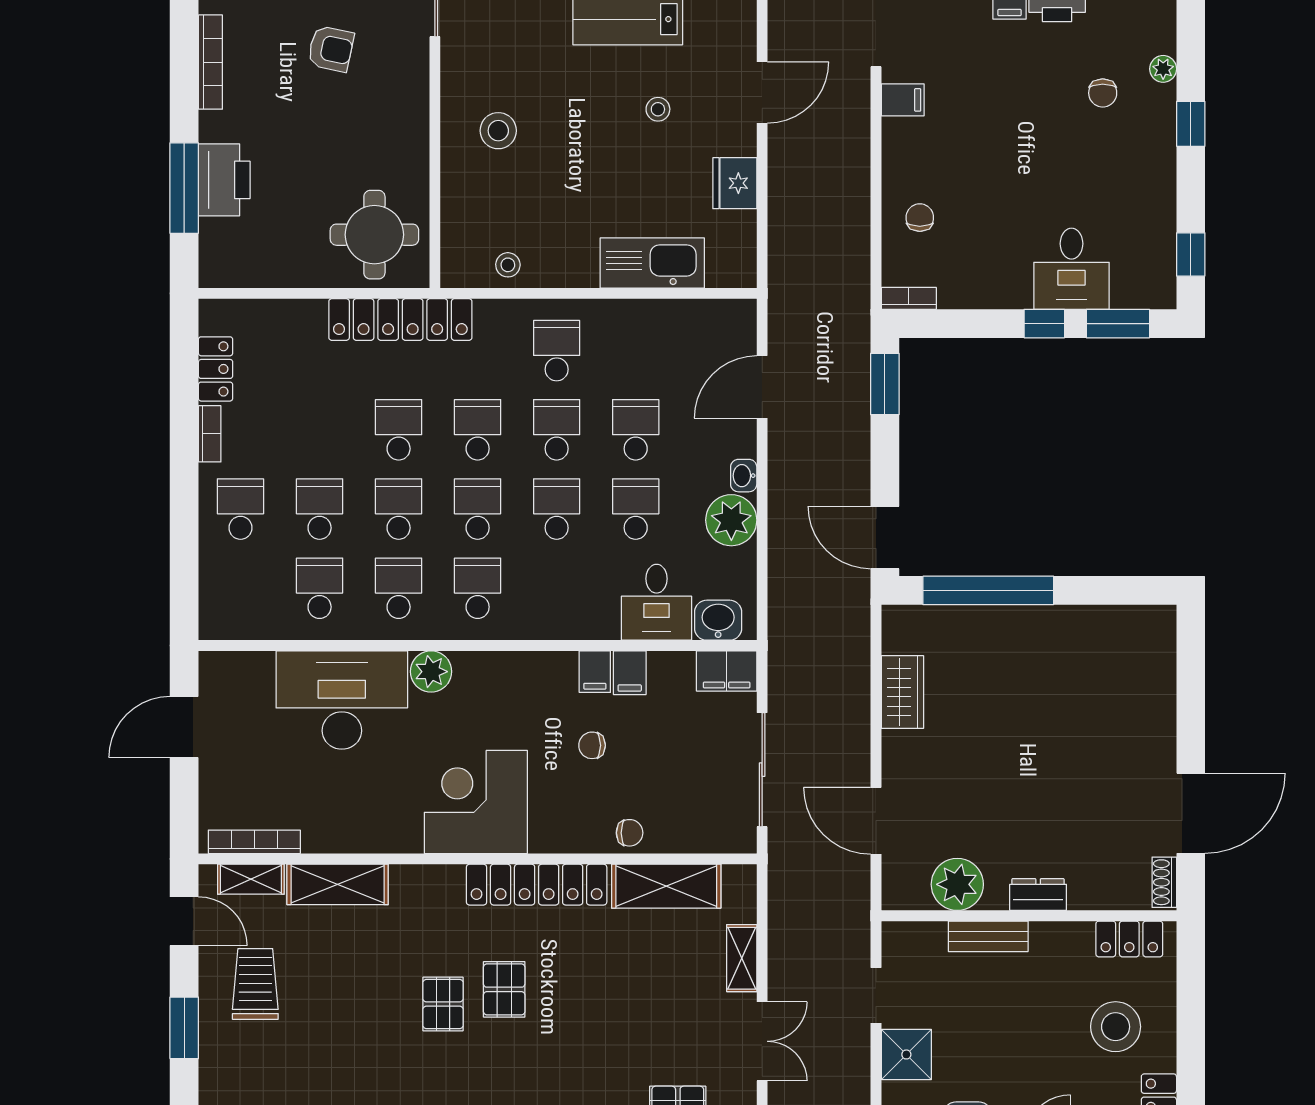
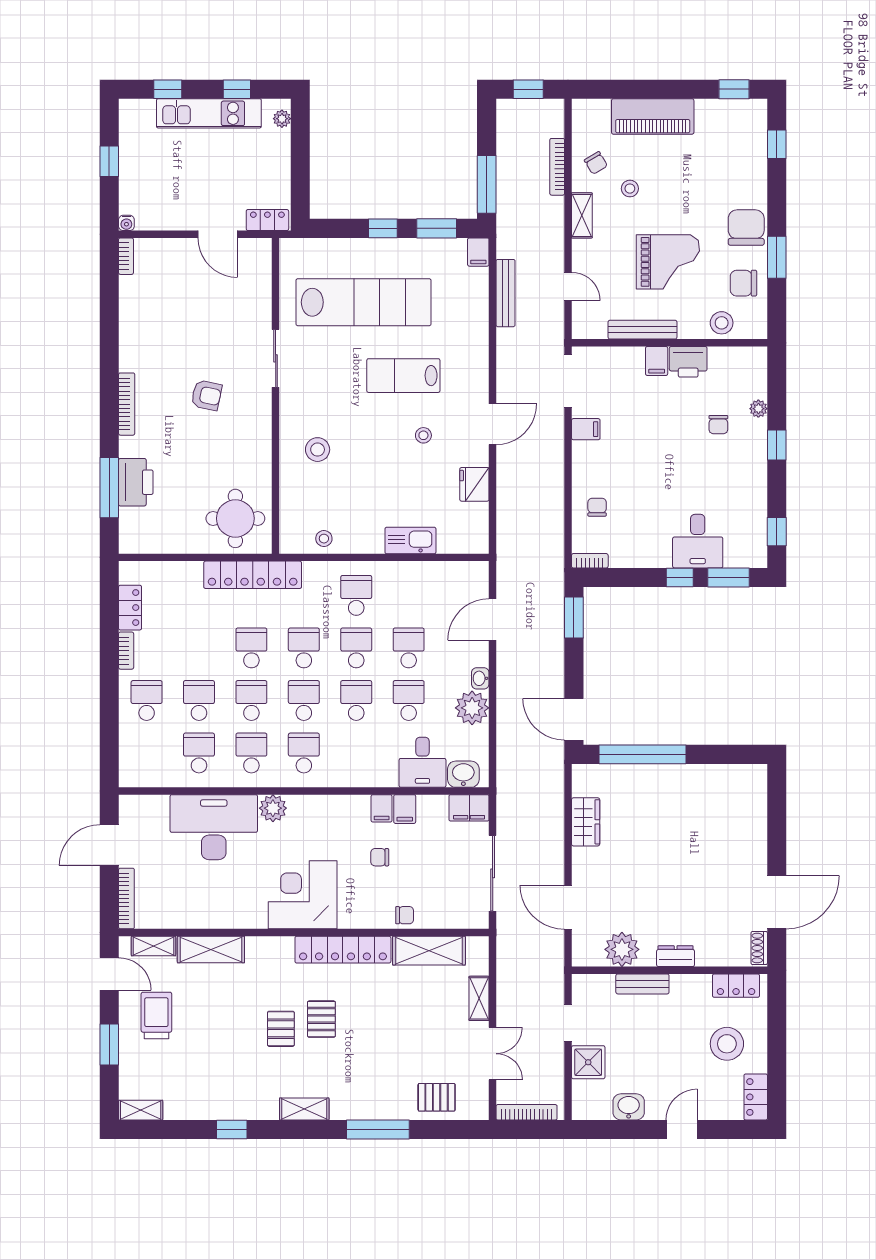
kitchen sink: (652, 263) -> (410, 541), width x0.73, depth x0.81
bookcase: (254, 842) -> (126, 898), moved, turned 90

